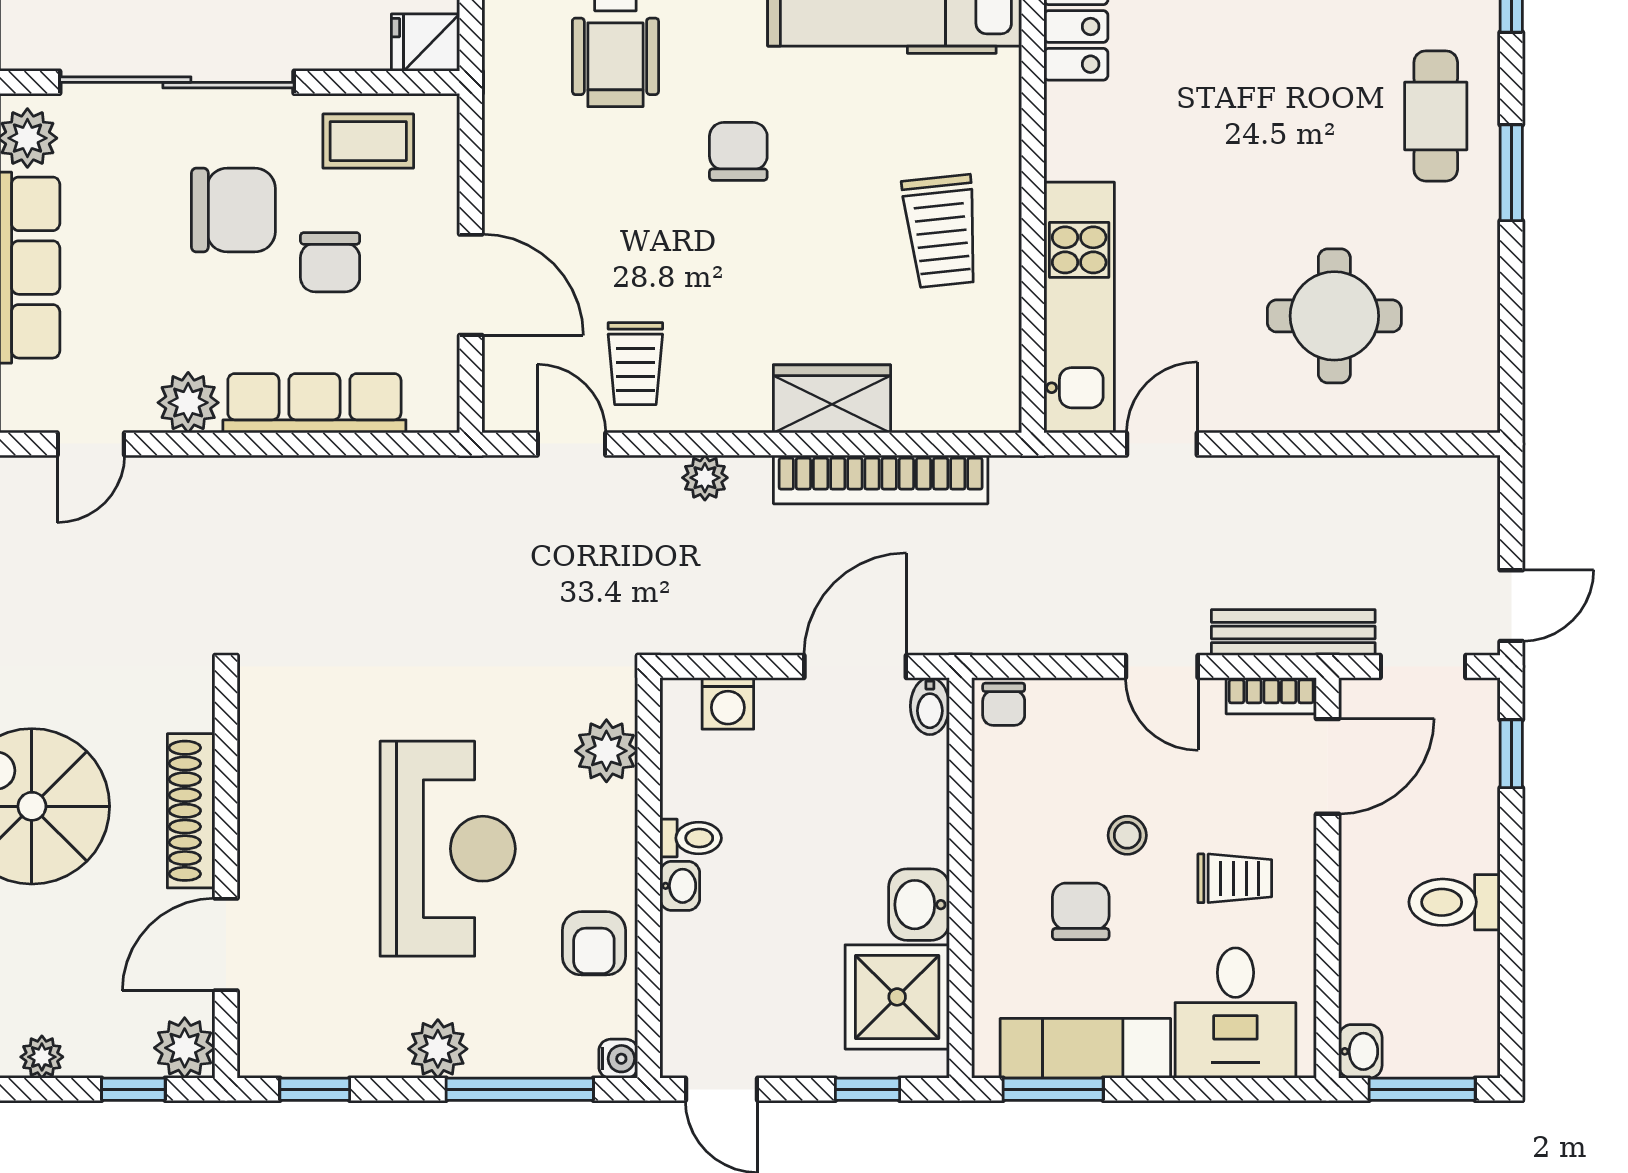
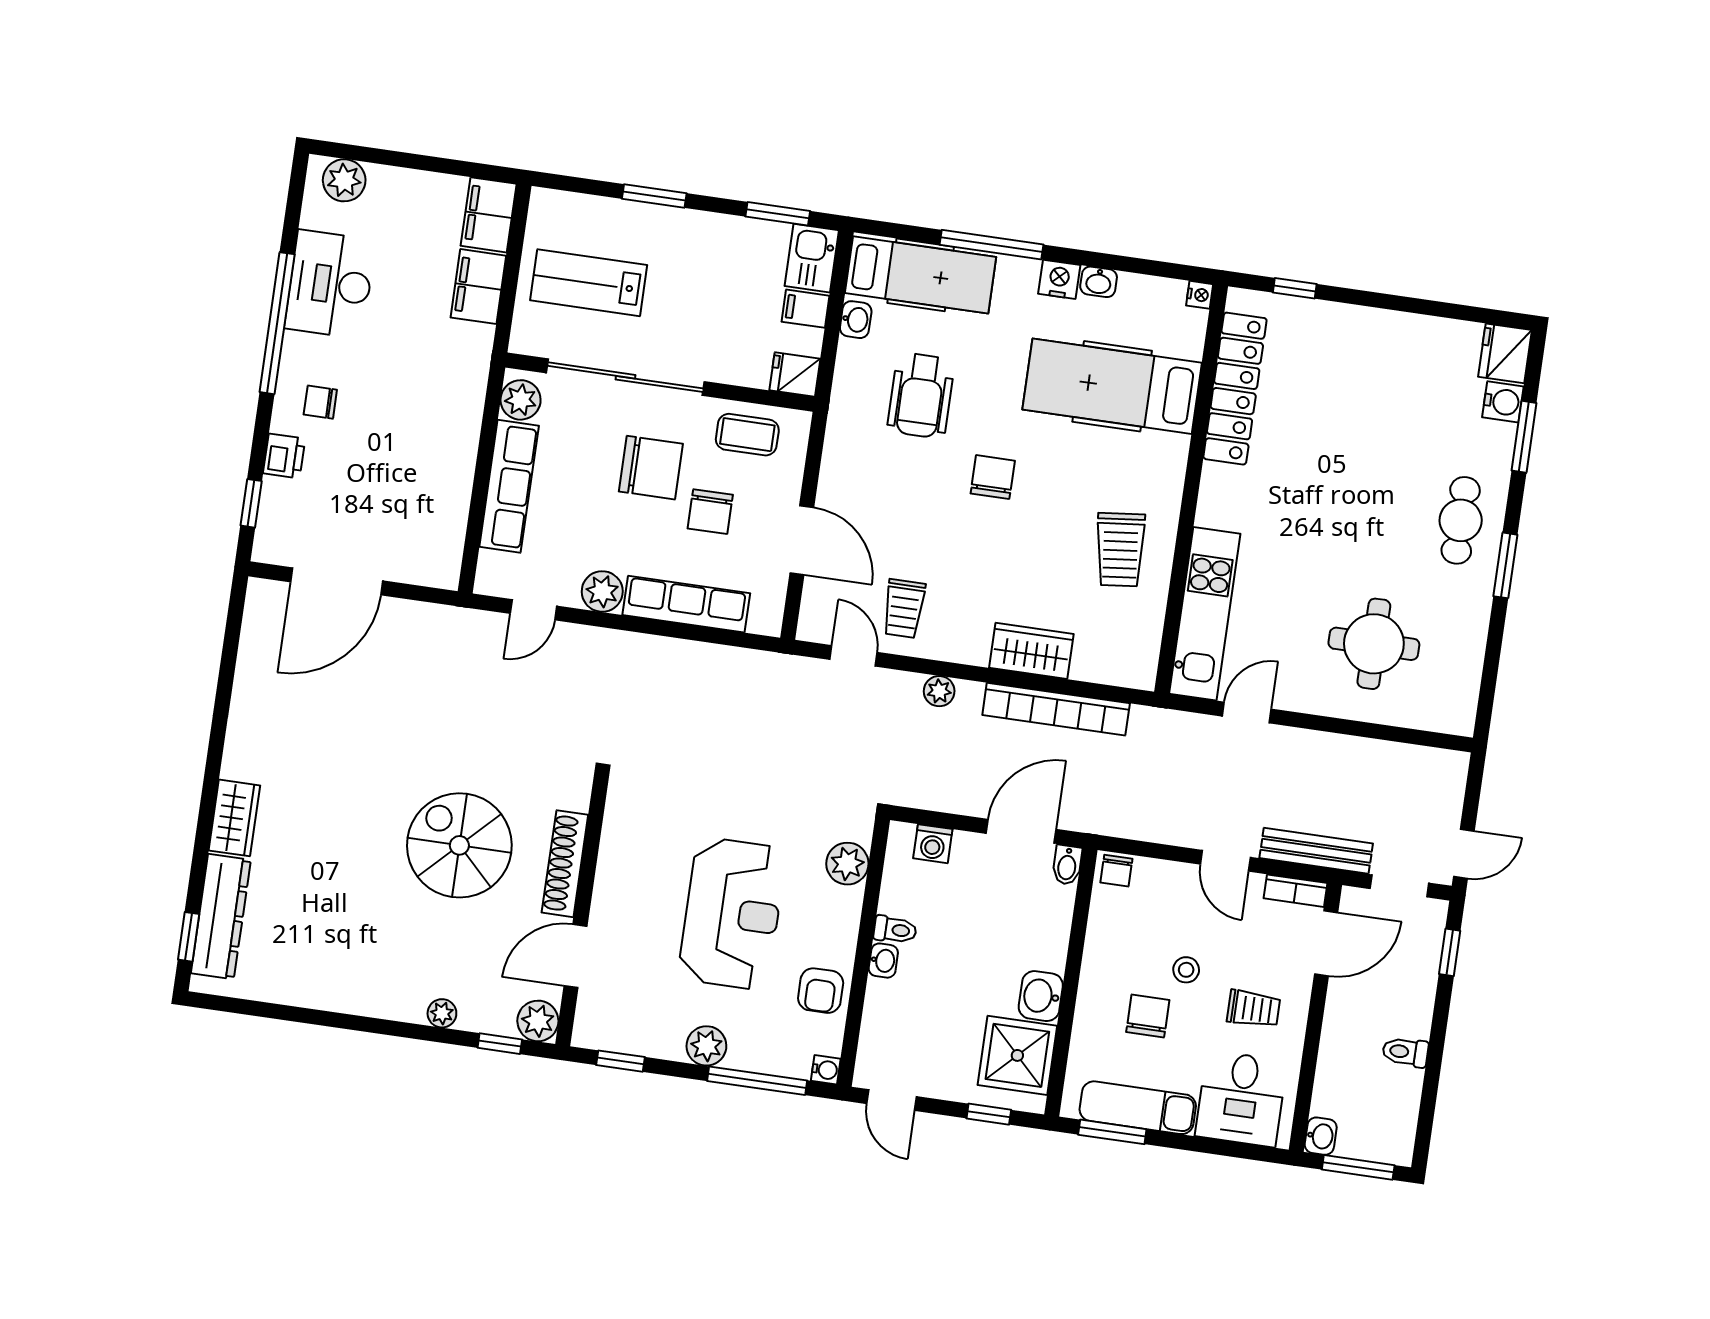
toilet: (1454, 902) -> (1405, 1052), width x0.73, depth x0.72

